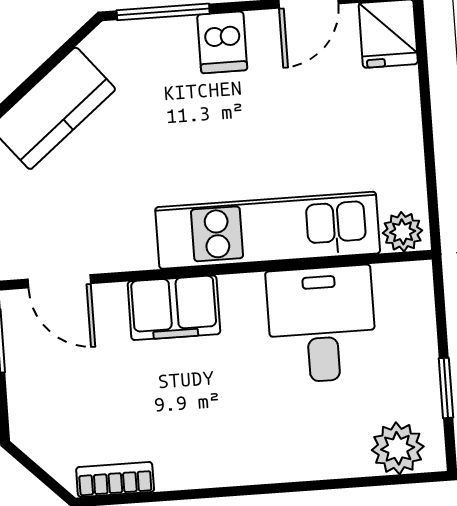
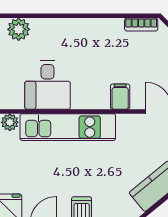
filing cabinet: (174, 308) -> (120, 97), width x0.50

